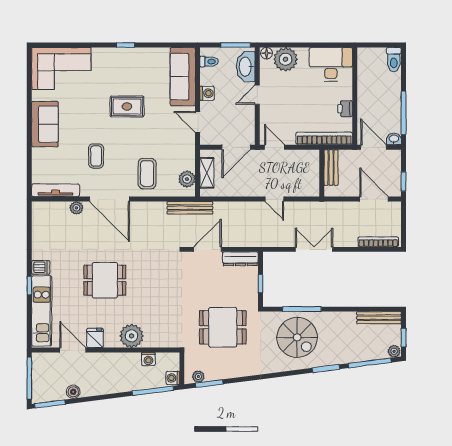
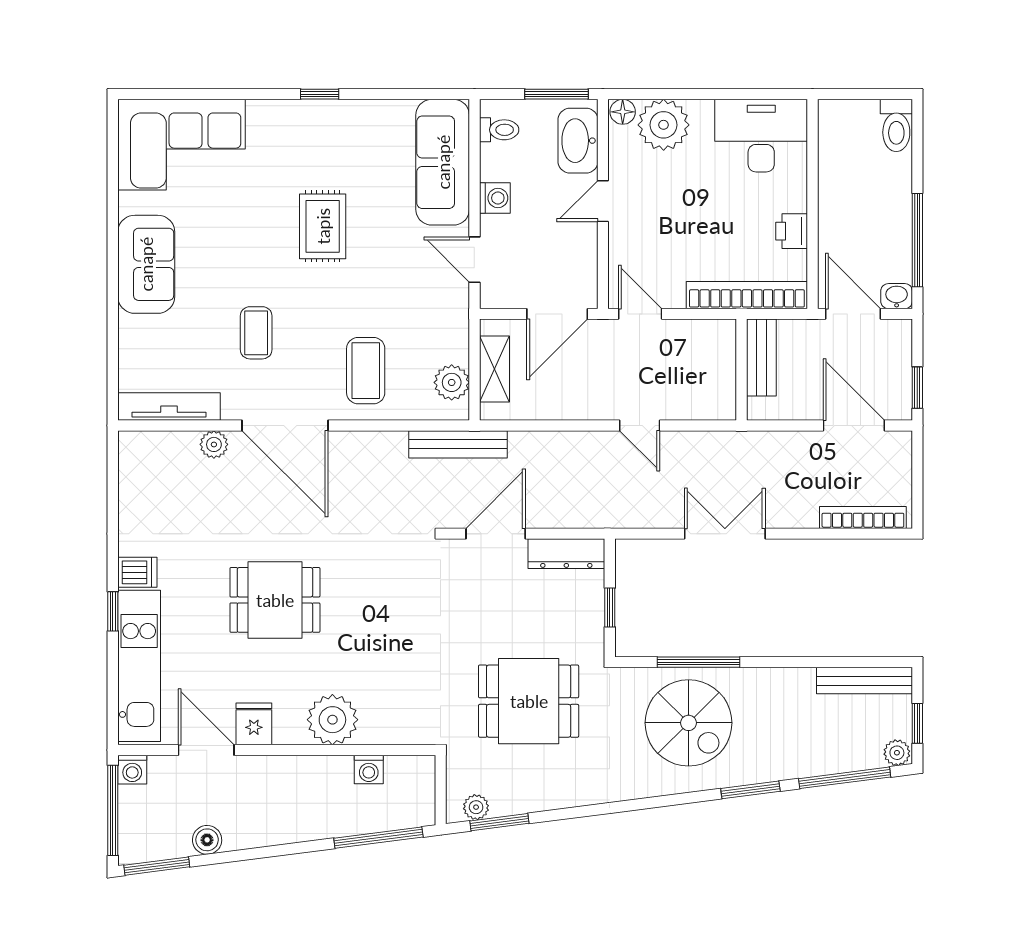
rug: (127, 106) -> (323, 226), turned 90
washing machine: (173, 378) -> (132, 770), moved, turned -90

